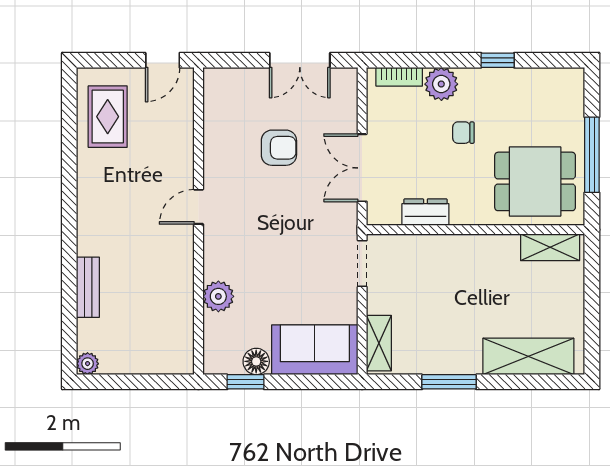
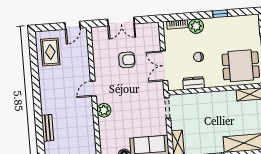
double door: (300, 60) -> (121, 22), moved
chair: (463, 133) -> (198, 57), moved
plant: (218, 296) -> (104, 110), moved

